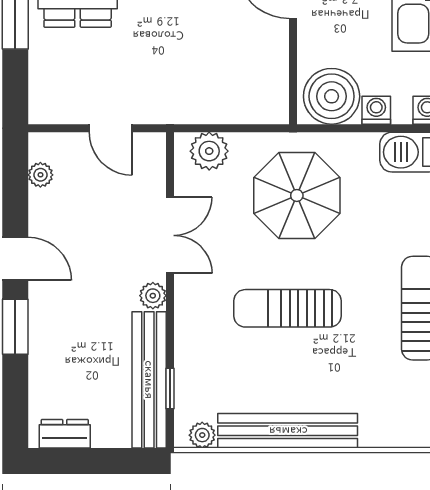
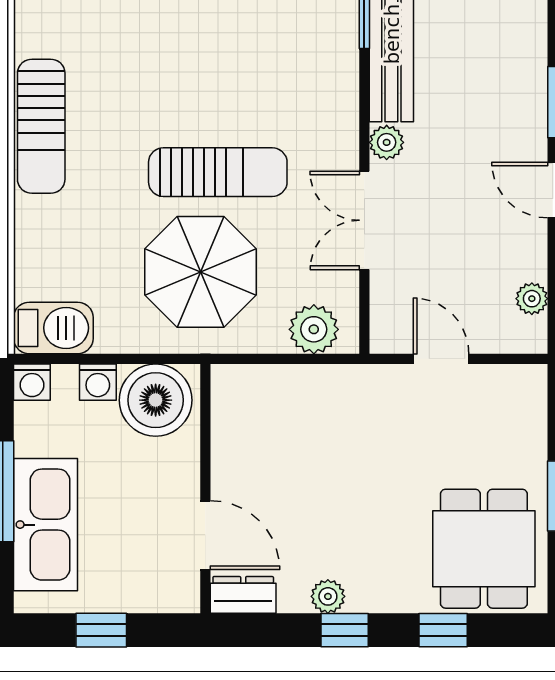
sun lounger: (288, 308) -> (218, 172), moved

